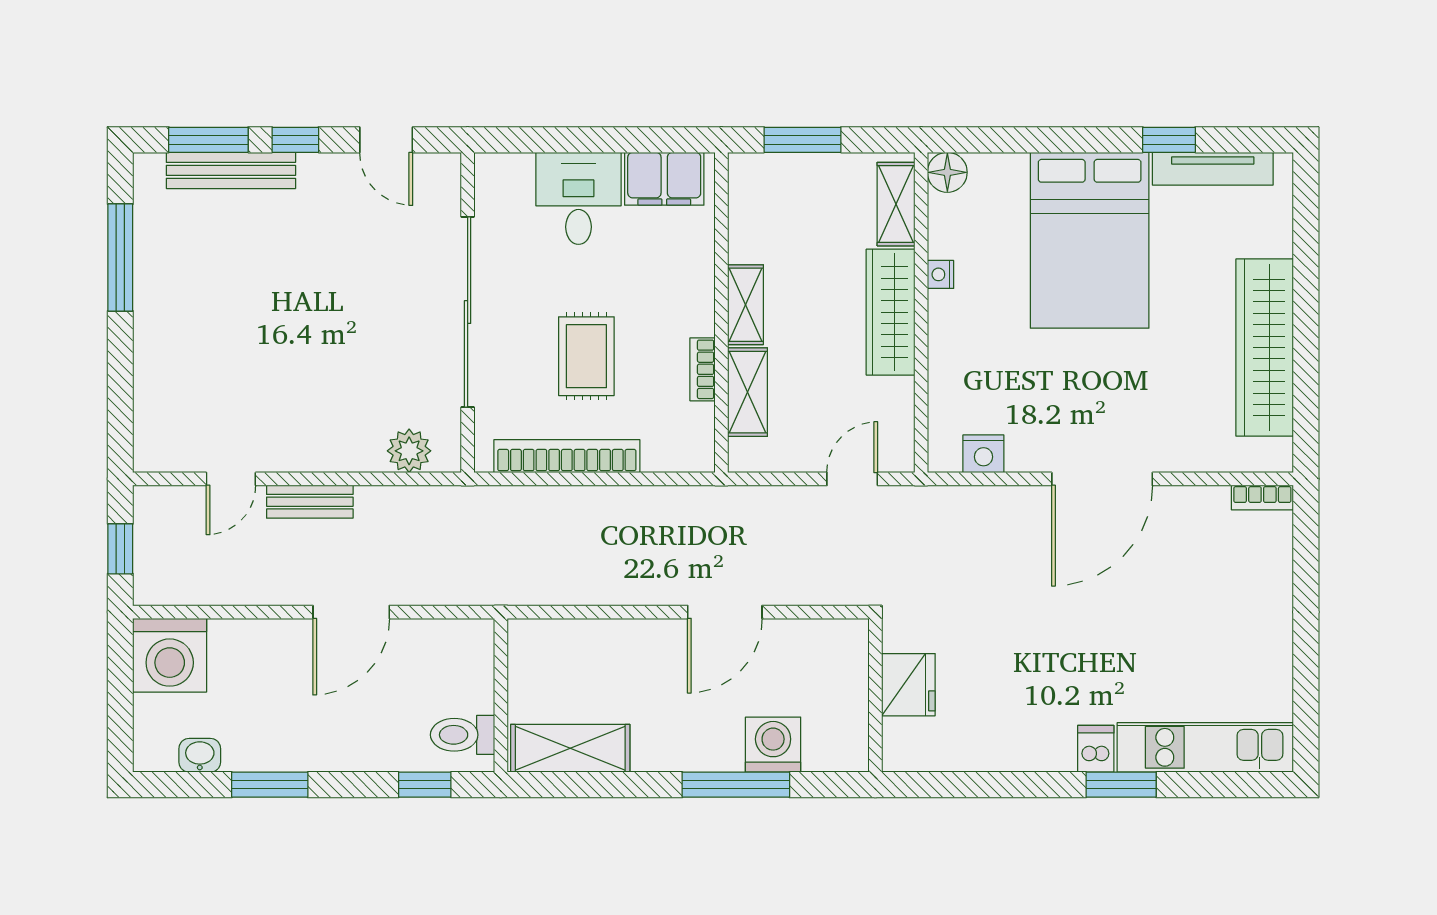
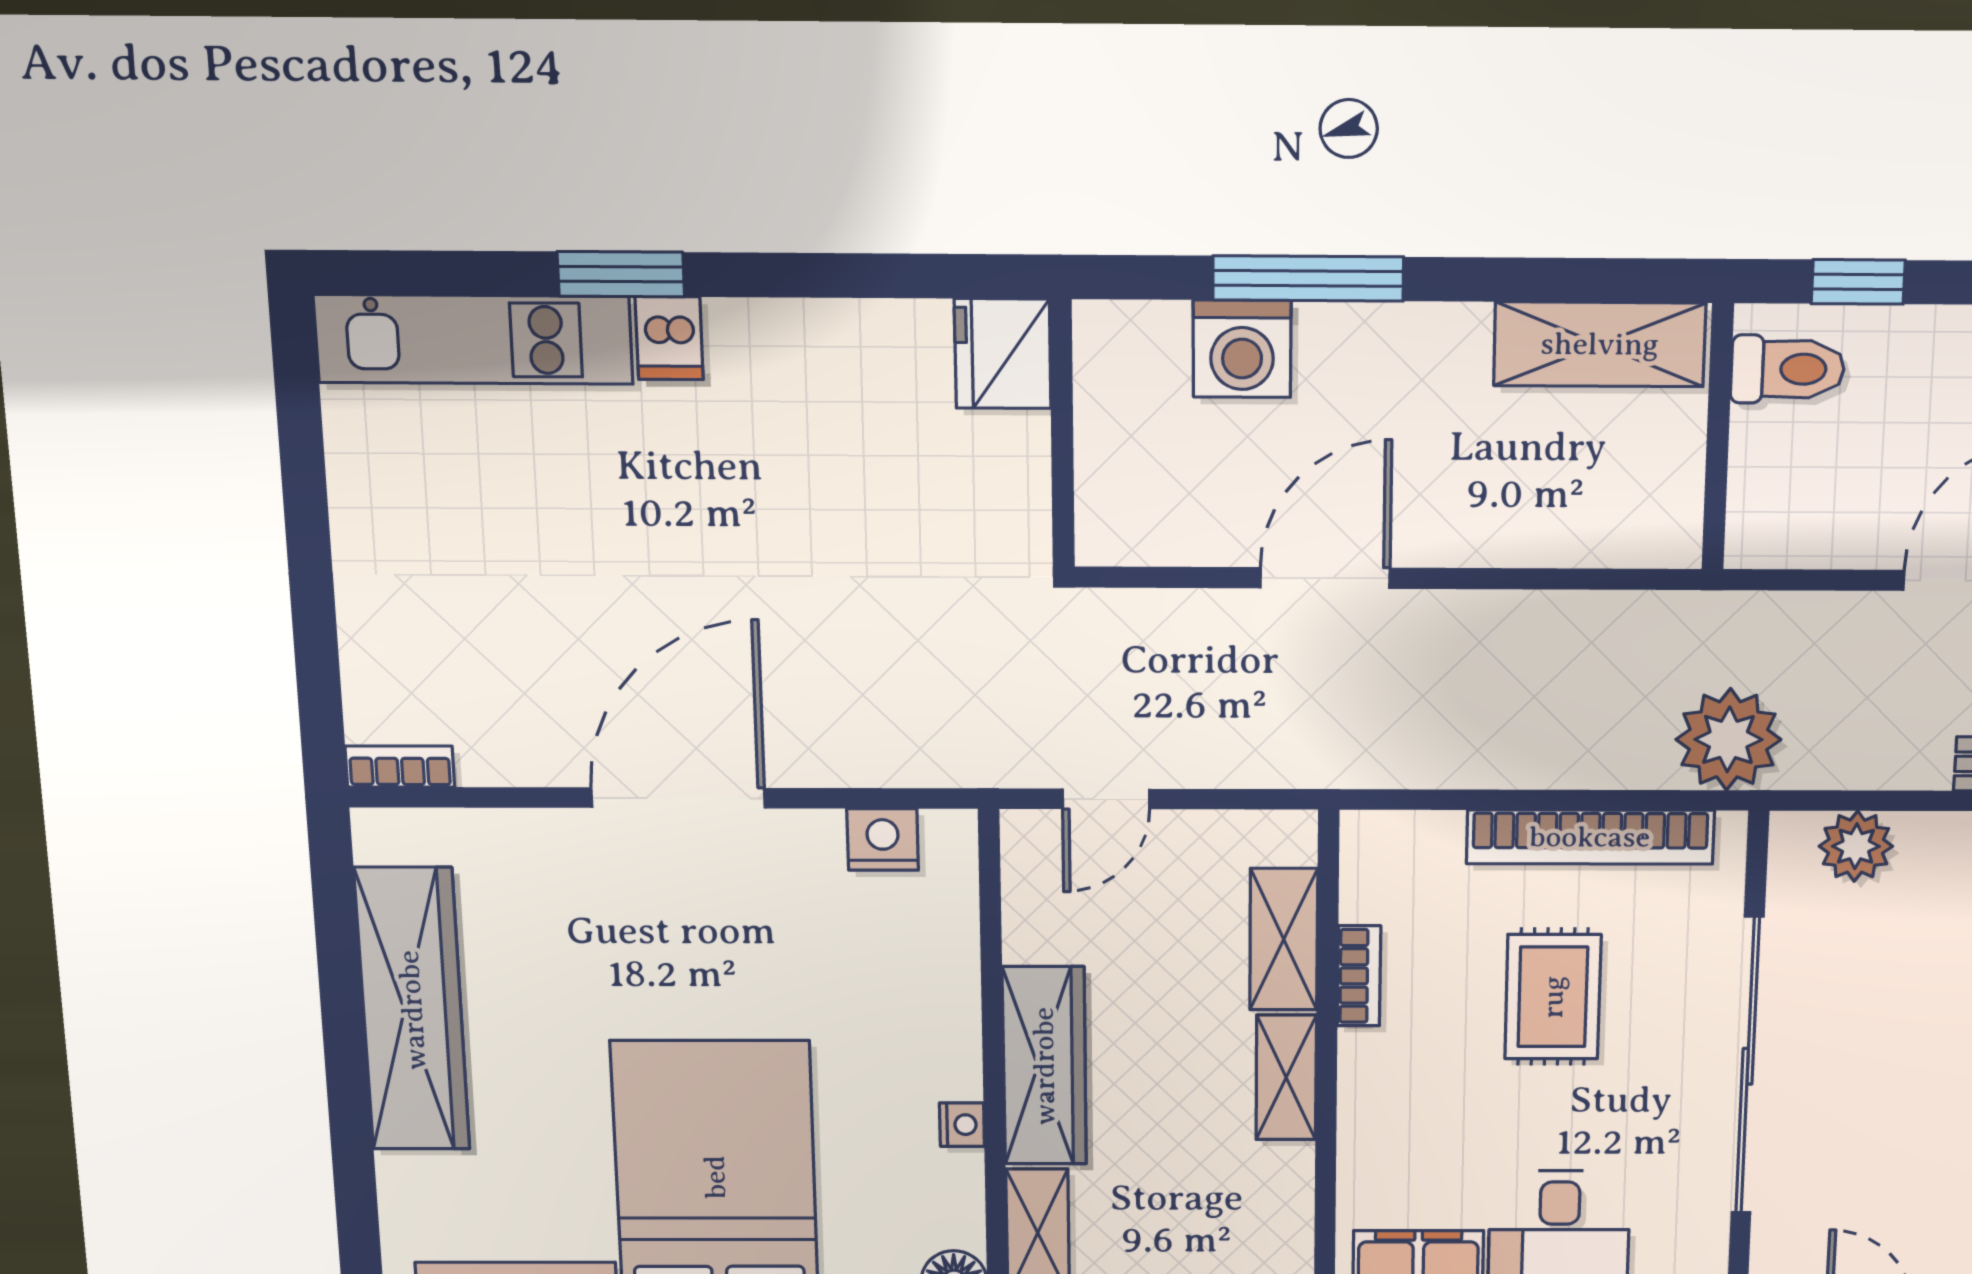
plant: (487, 516) -> (1728, 739), added
fridge: (908, 685) -> (1003, 354), moved

